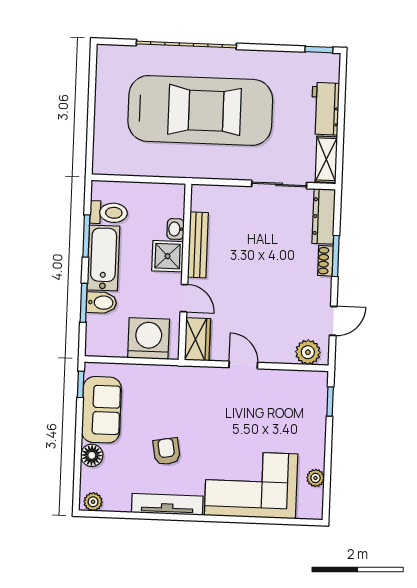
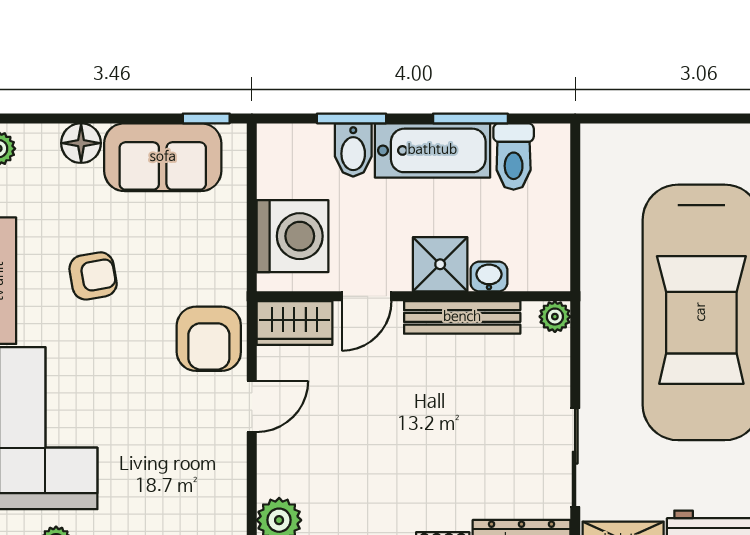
plant: (199, 193) -> (555, 317), added
armchair: (204, 388) -> (209, 339), added

